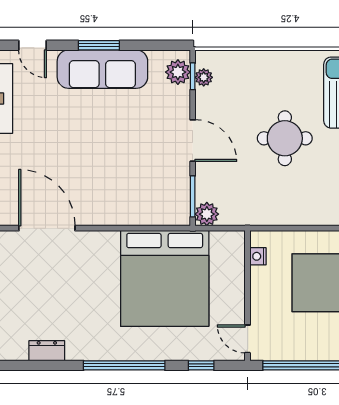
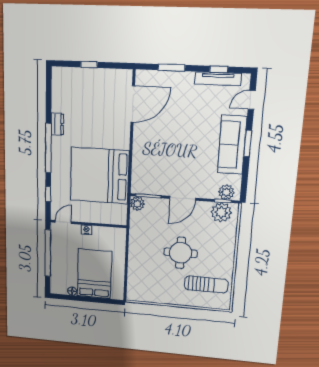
plant: (204, 77) -> (221, 212), width x1.87, depth x1.87
nightstand: (258, 256) -> (86, 230), moved
dresser: (47, 351) -> (57, 124), moved

